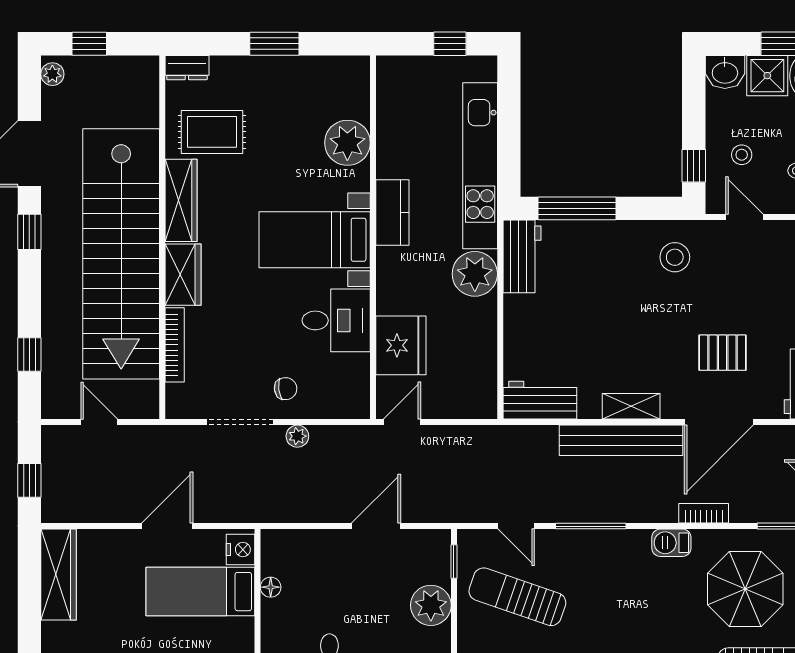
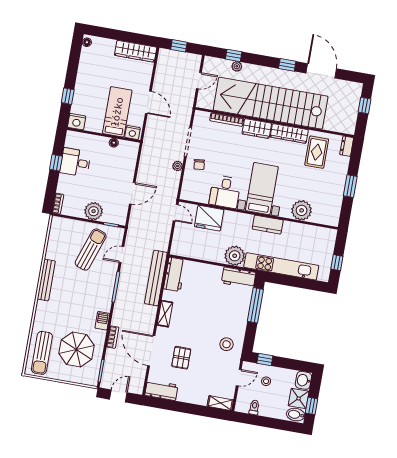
plant: (52, 74) -> (237, 66), moved
bench: (621, 440) -> (156, 278), moved
door: (376, 526) -> (132, 193), hinge flipped

